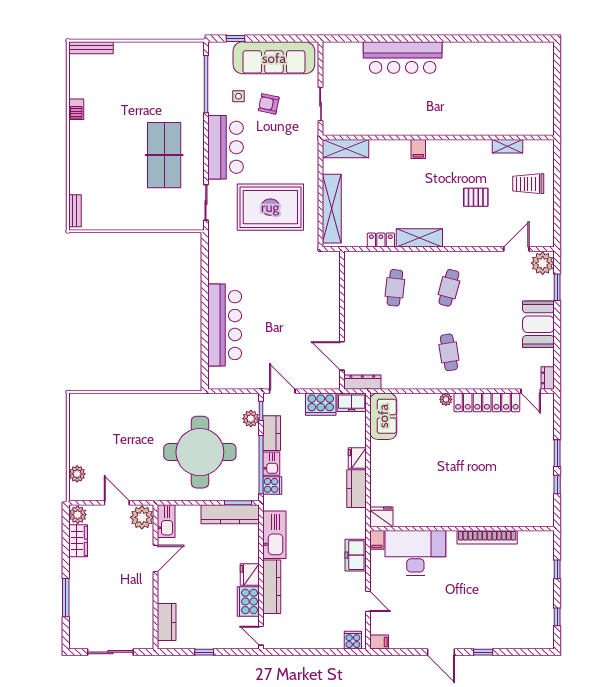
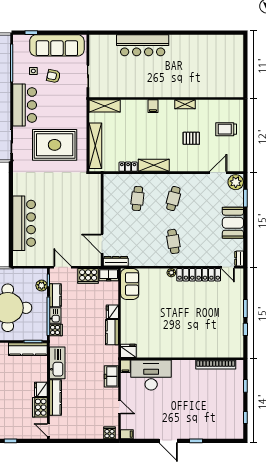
shelving: (508, 146) -> (185, 104), moved
bookcase: (487, 537) -> (216, 365), moved

